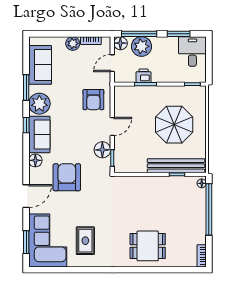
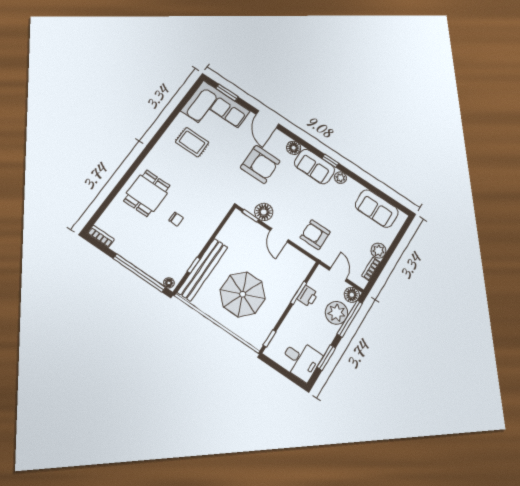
window: (26, 87) -> (364, 183), removed
plant: (39, 104) -> (340, 178), width x0.53, depth x0.53
chair: (152, 211) -> (176, 219), added

